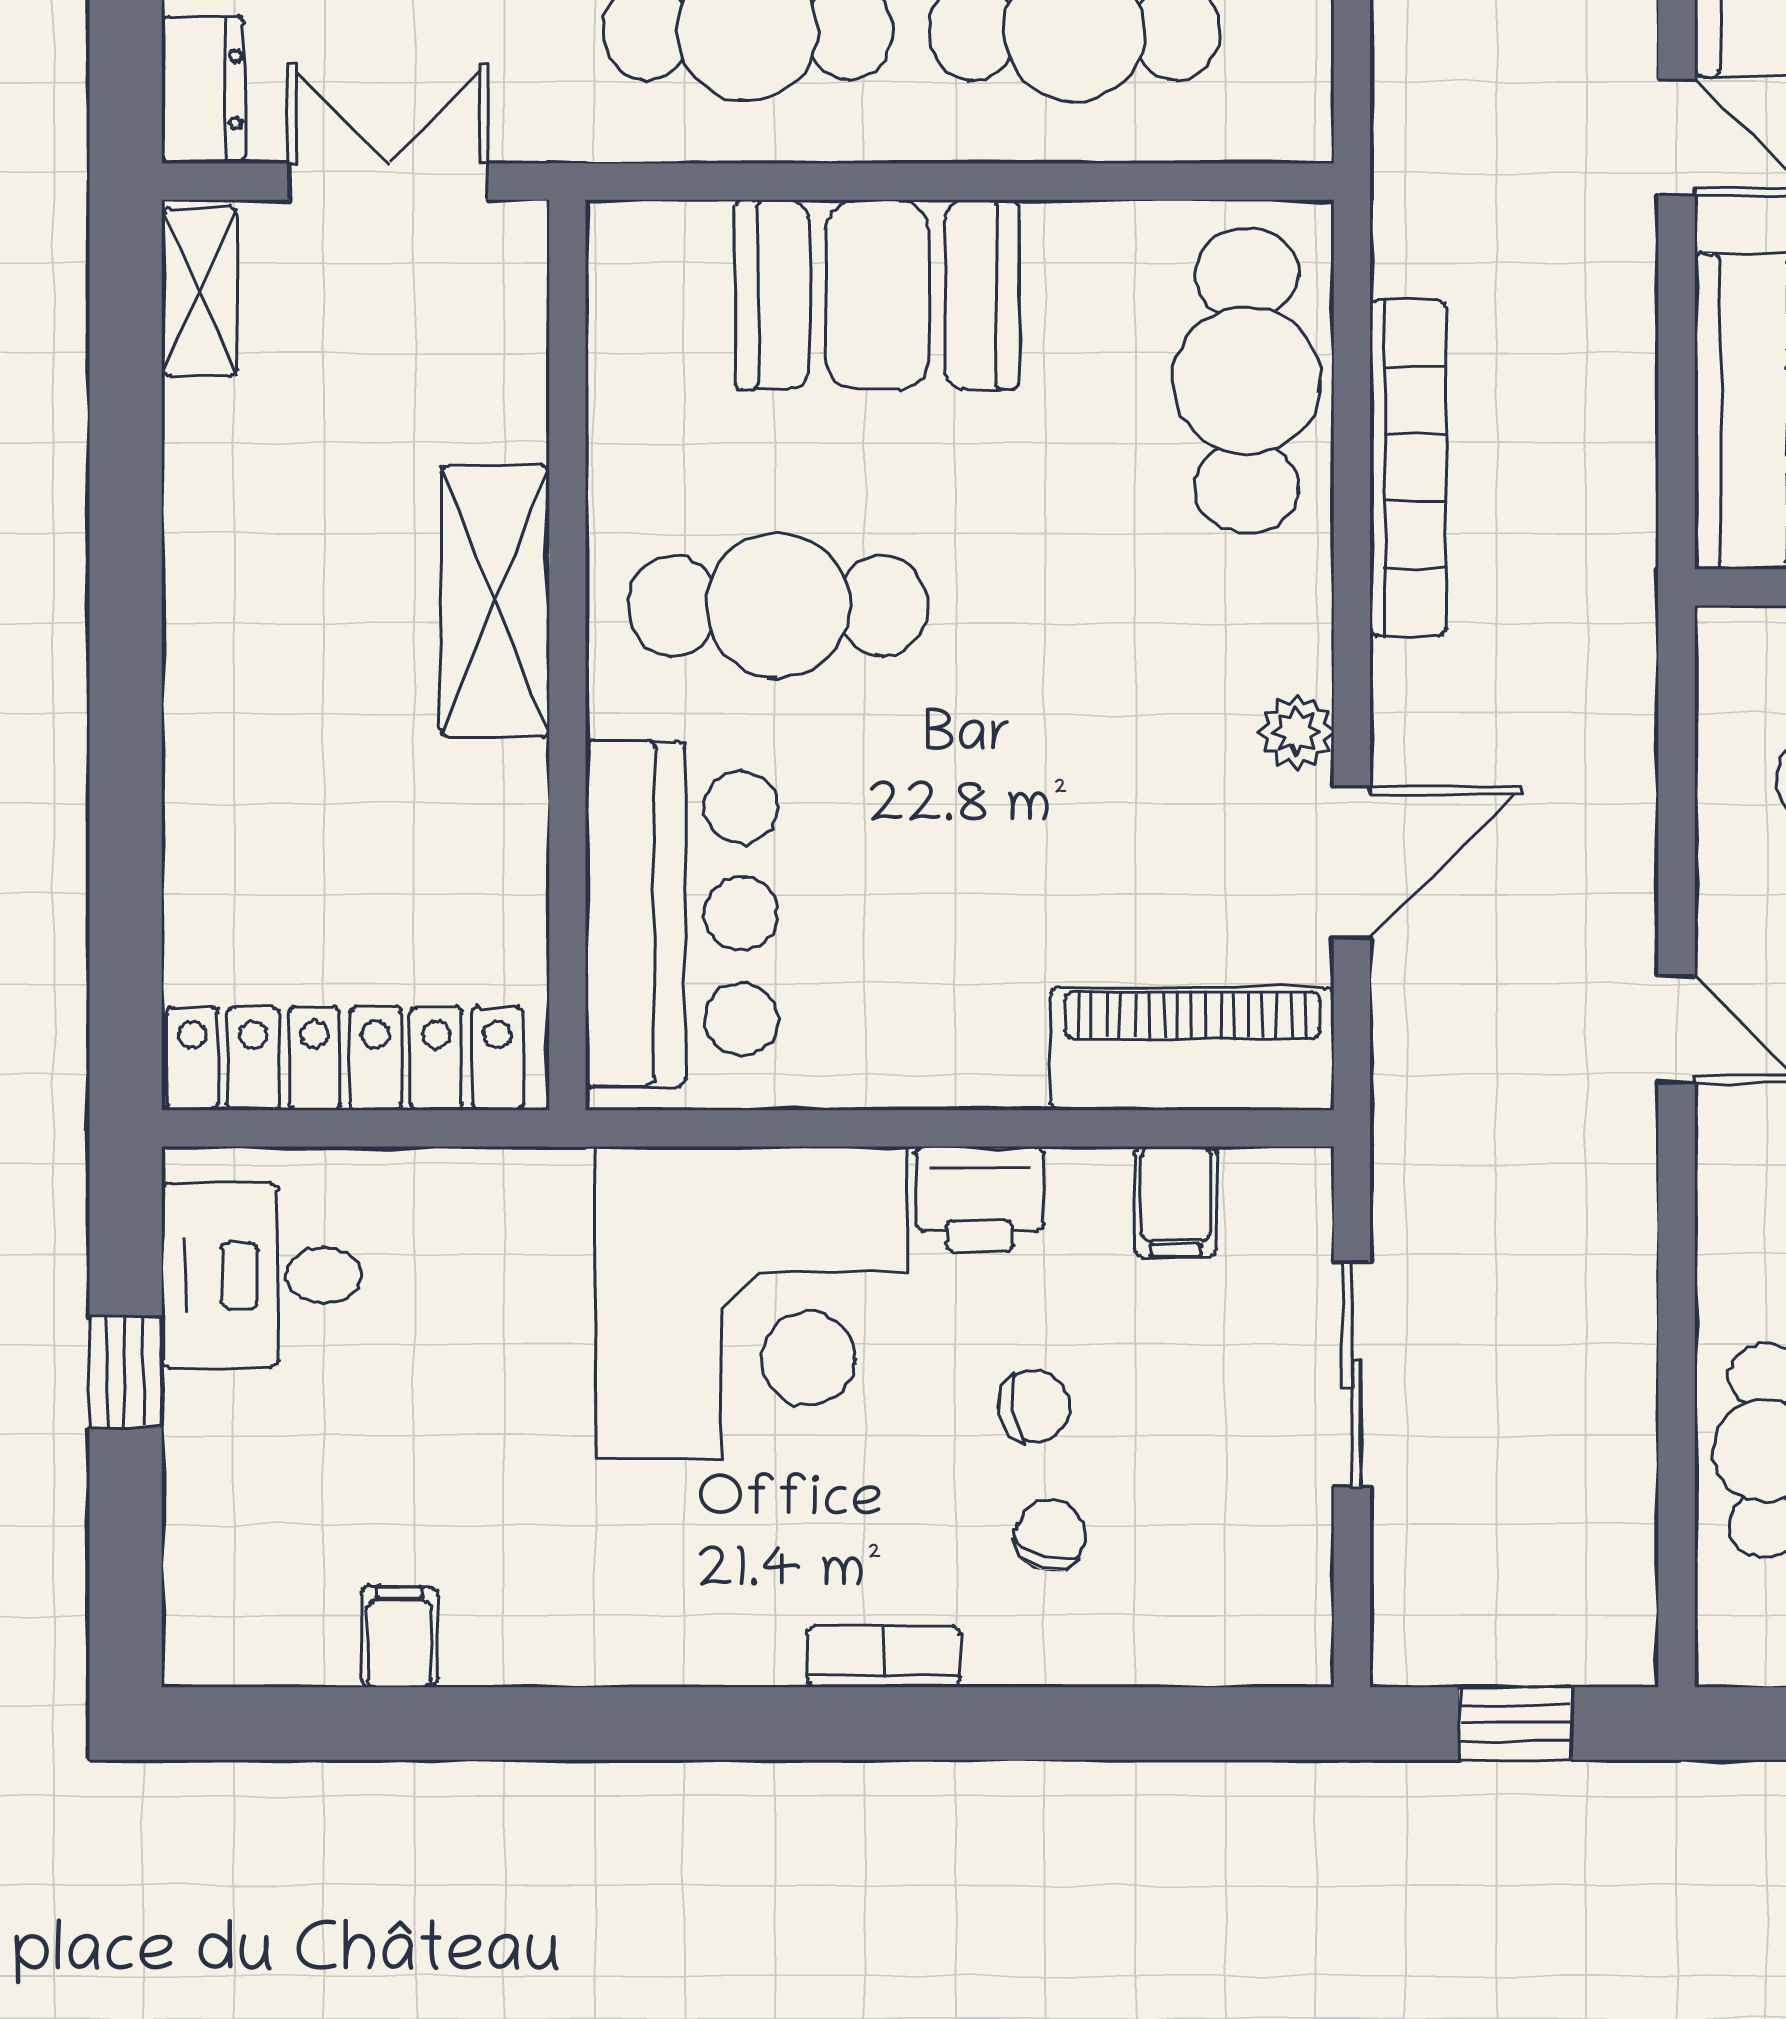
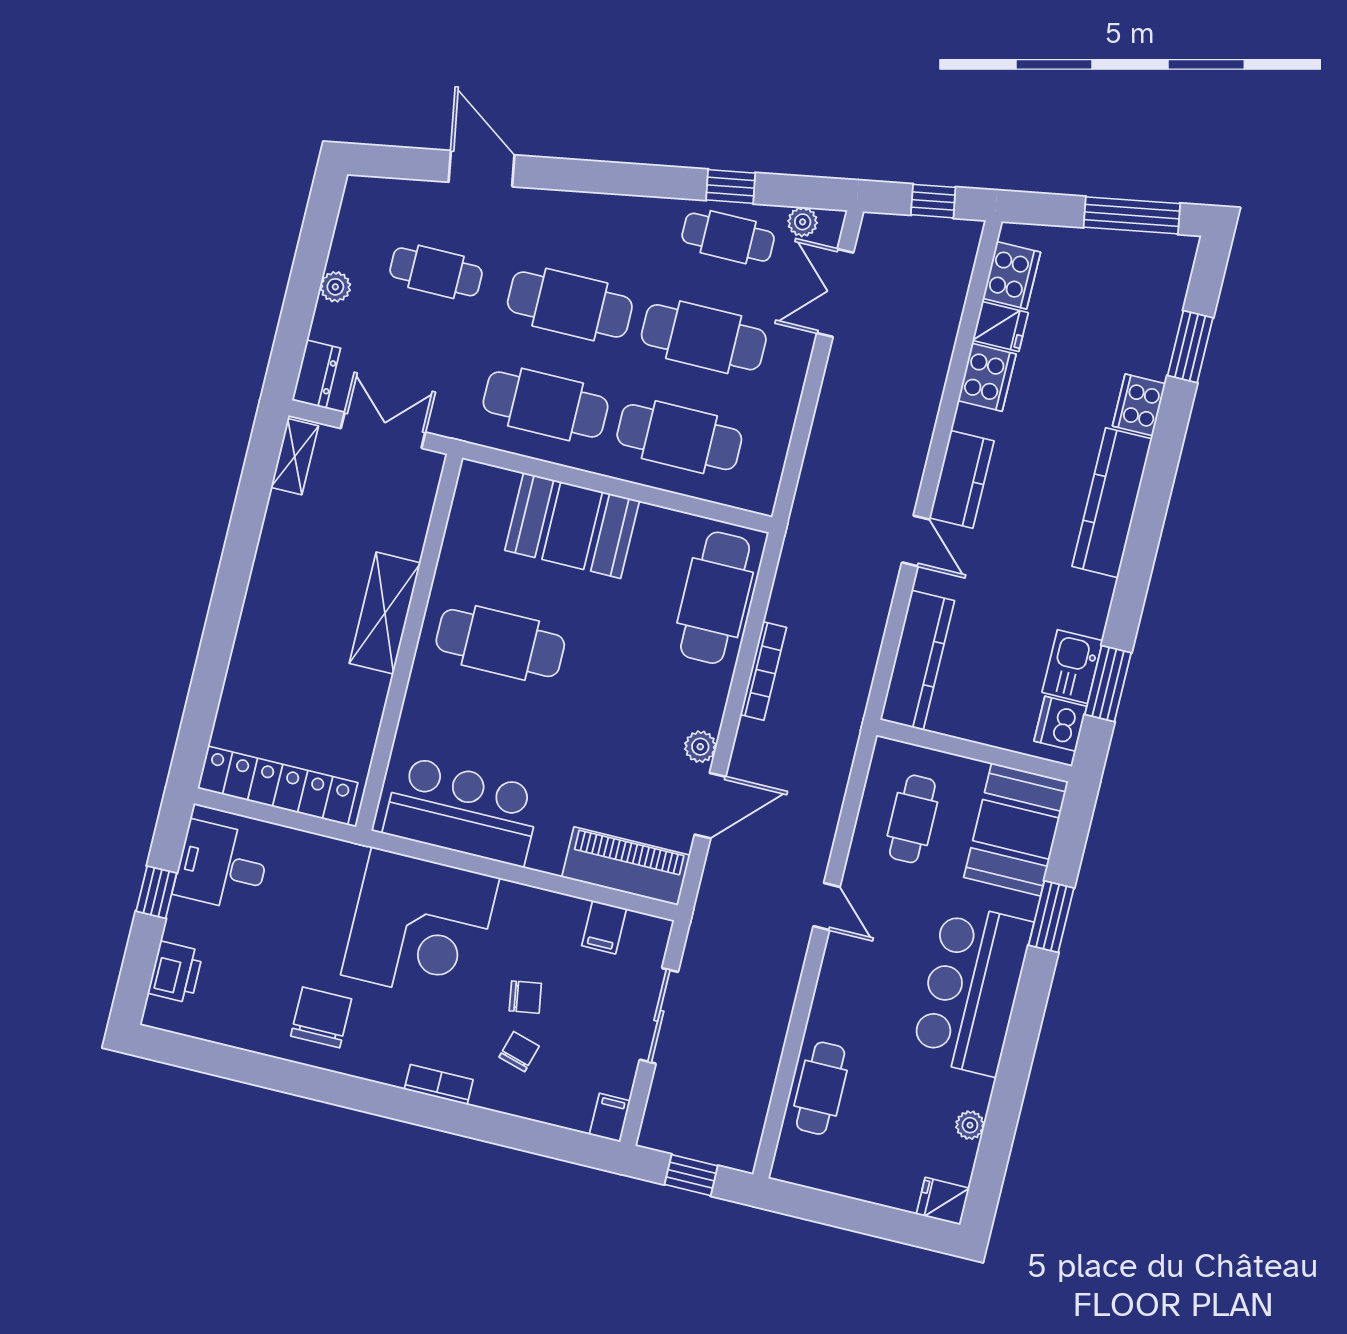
bookcase: (1408, 468) -> (763, 671), width x0.68, depth x0.76
bar counter: (682, 913) -> (462, 811), moved, turned -90
printer: (979, 1199) -> (175, 972), moved, turned -90
chair: (575, 1568) -> (321, 1017), added
filing cabinet: (399, 1637) -> (610, 1118), moved

